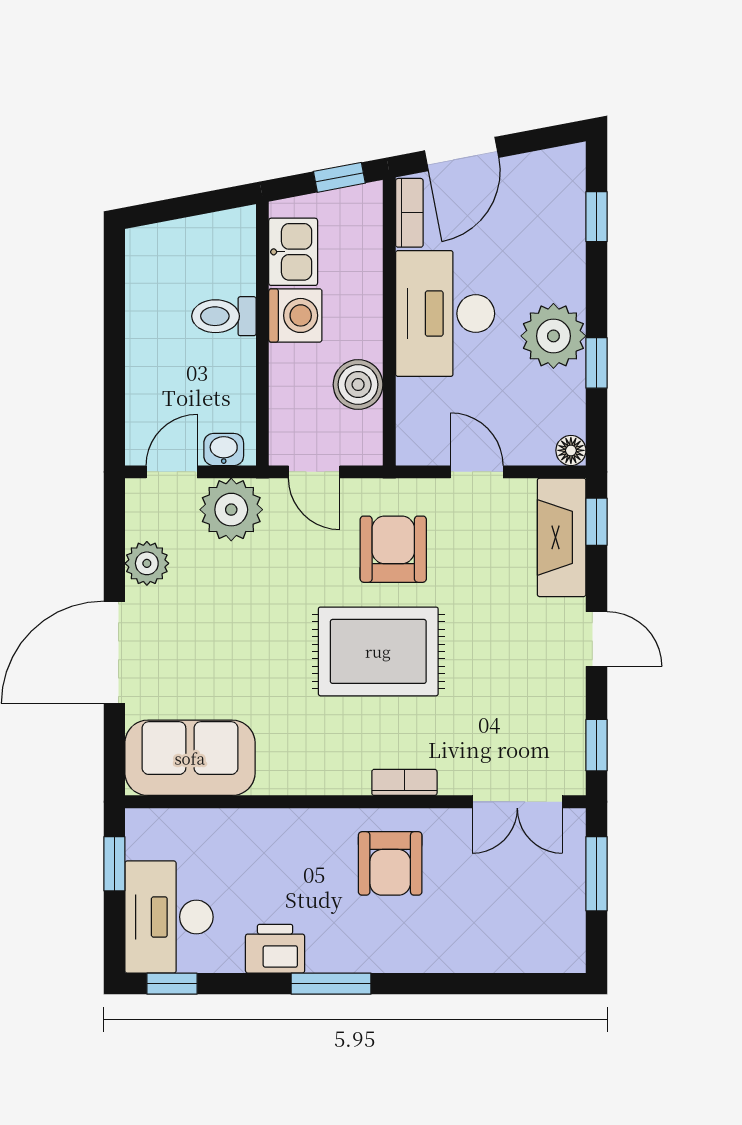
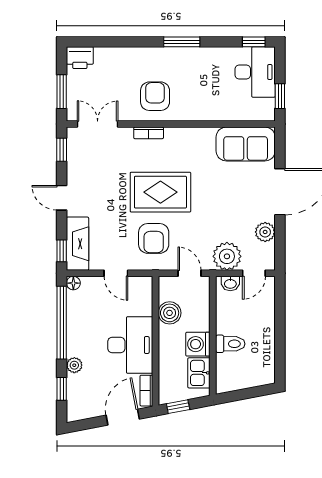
plant: (553, 336) -> (74, 365), moved, width x0.53, depth x0.53
window: (597, 363) -> (62, 323), width x3.17
printer: (275, 949) -> (80, 58), moved

